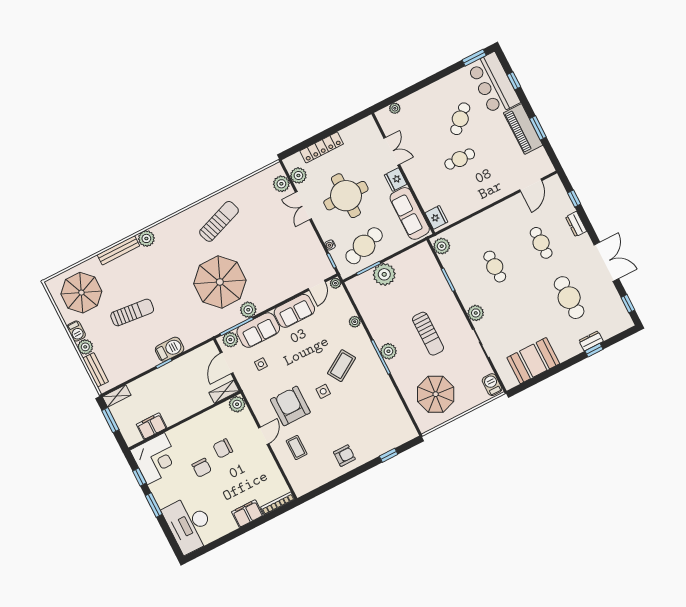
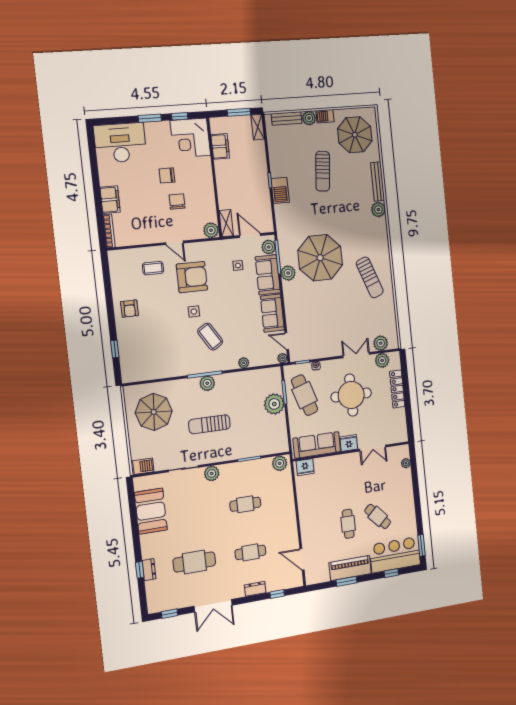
cafe table: (460, 159) -> (348, 524), moved

